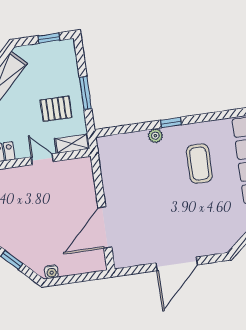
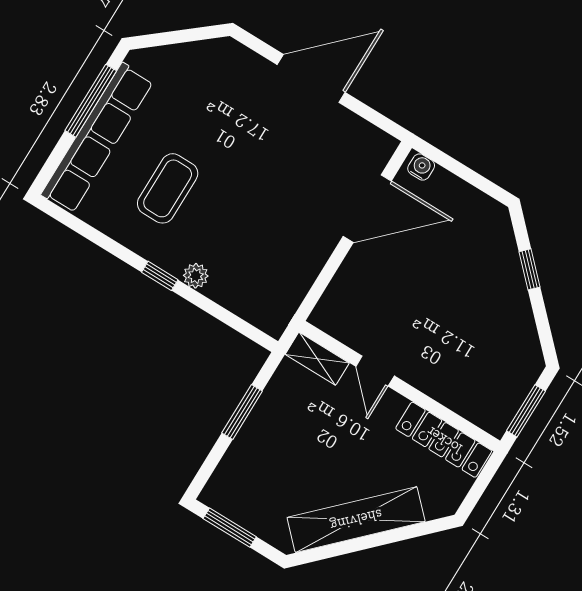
window: (49, 38) -> (230, 528), width x1.50
pallet: (56, 109) -> (299, 424), removed
water cooler: (51, 272) -> (421, 167), moved

